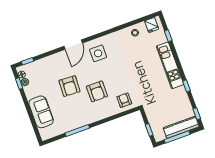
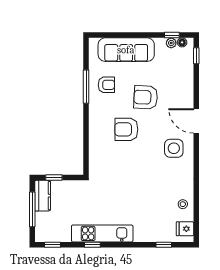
kitchen unit: (170, 65) -> (102, 233), moved
armchair: (124, 100) -> (106, 85), moved
sofa: (41, 112) -> (126, 50), width x1.36
kitchen counter: (181, 127) -> (43, 196), moved, width x0.67

